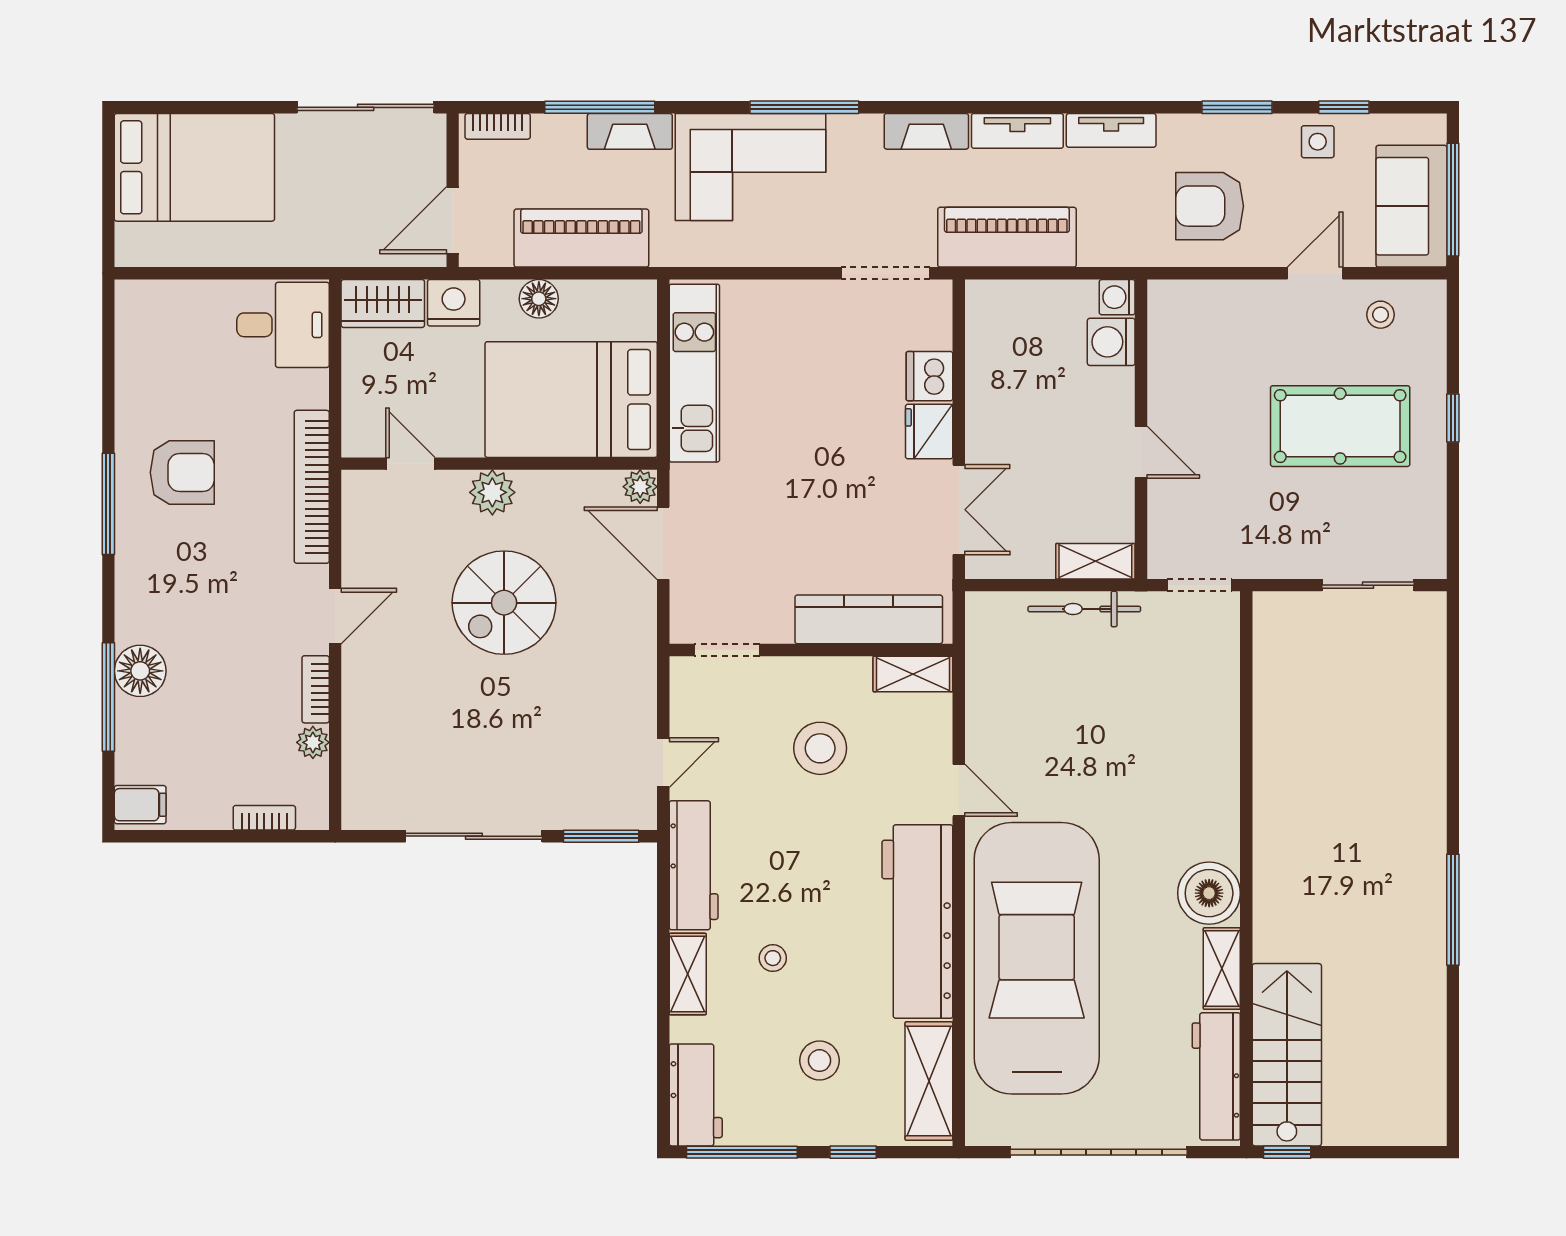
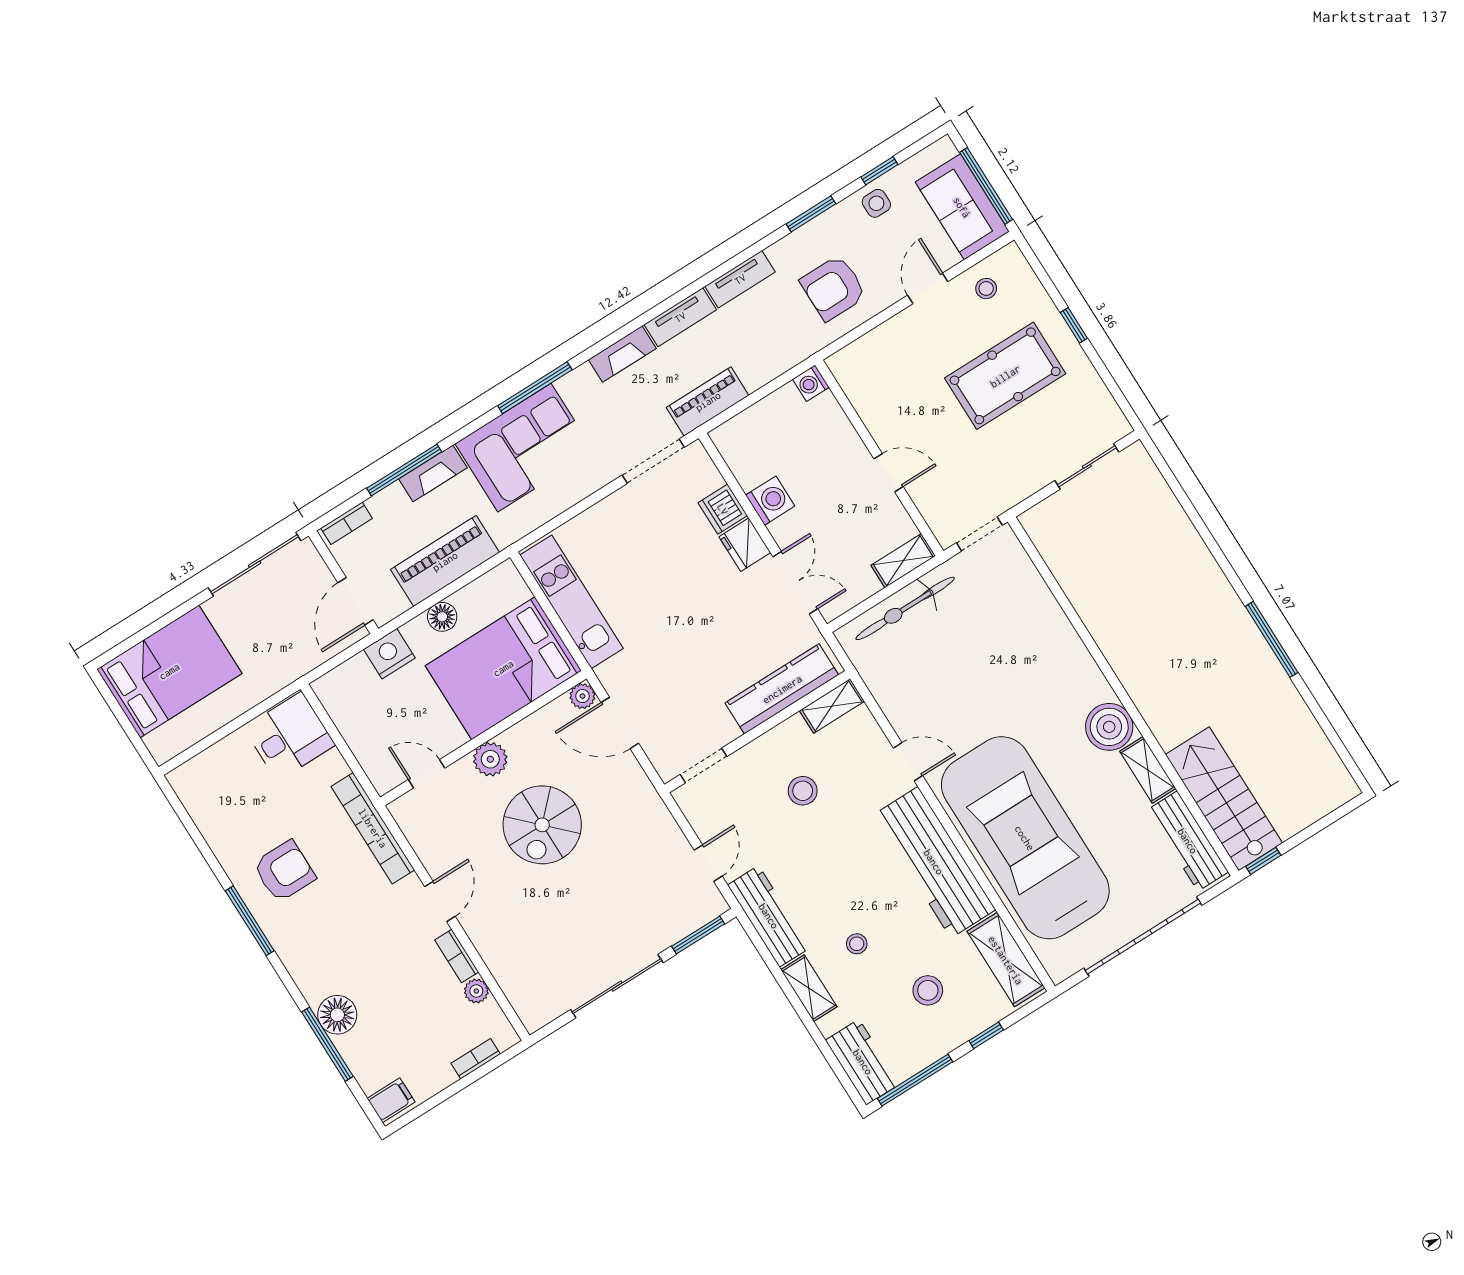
piano: (1007, 237) -> (708, 401), width x0.73, depth x0.75
wardrobe: (383, 303) -> (344, 683), removed
washing machine: (1111, 342) -> (770, 501), moved, turned 180
bicycle: (1084, 609) -> (905, 608), width x1.37, depth x1.40
stool: (820, 748) -> (803, 791), width x0.73, depth x0.73

